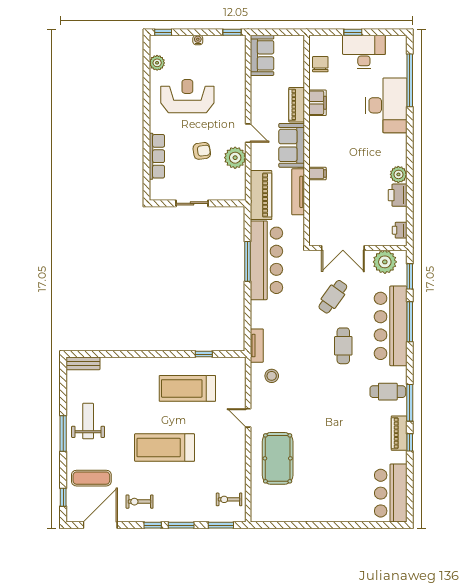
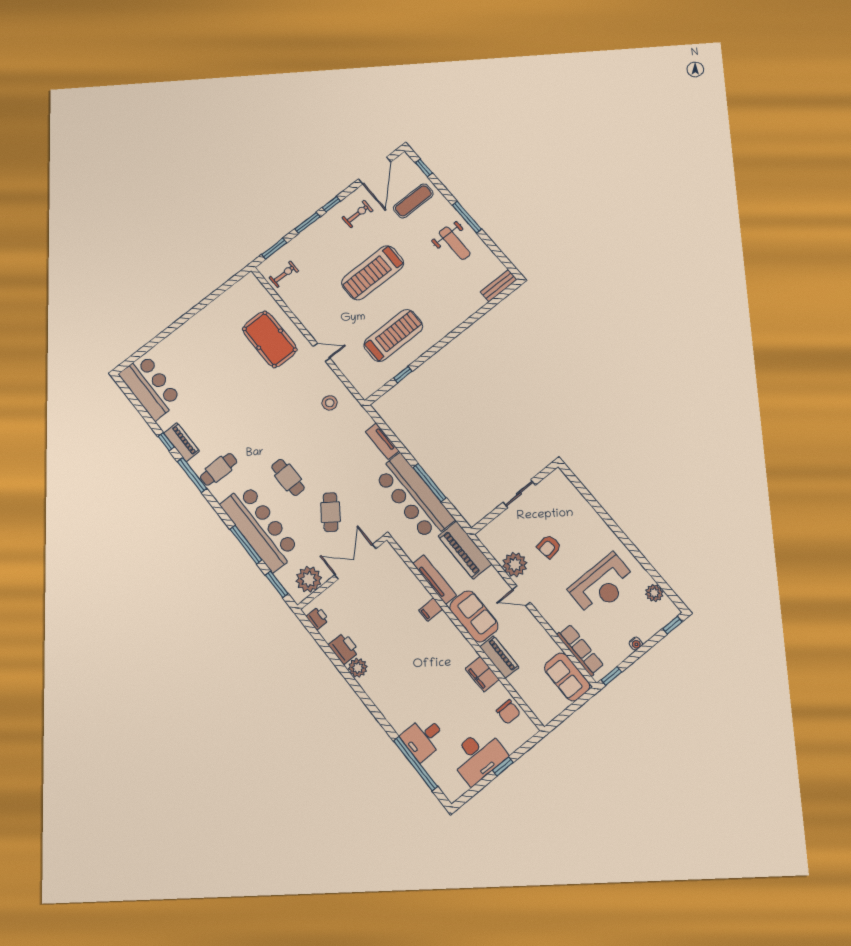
desk: (386, 105) -> (424, 738), width x0.53, depth x0.77
row of seats: (157, 156) -> (580, 650), moved, turned 180
tv unit: (257, 346) -> (382, 441), moved
treadmill: (165, 448) -> (373, 273), turned 180

